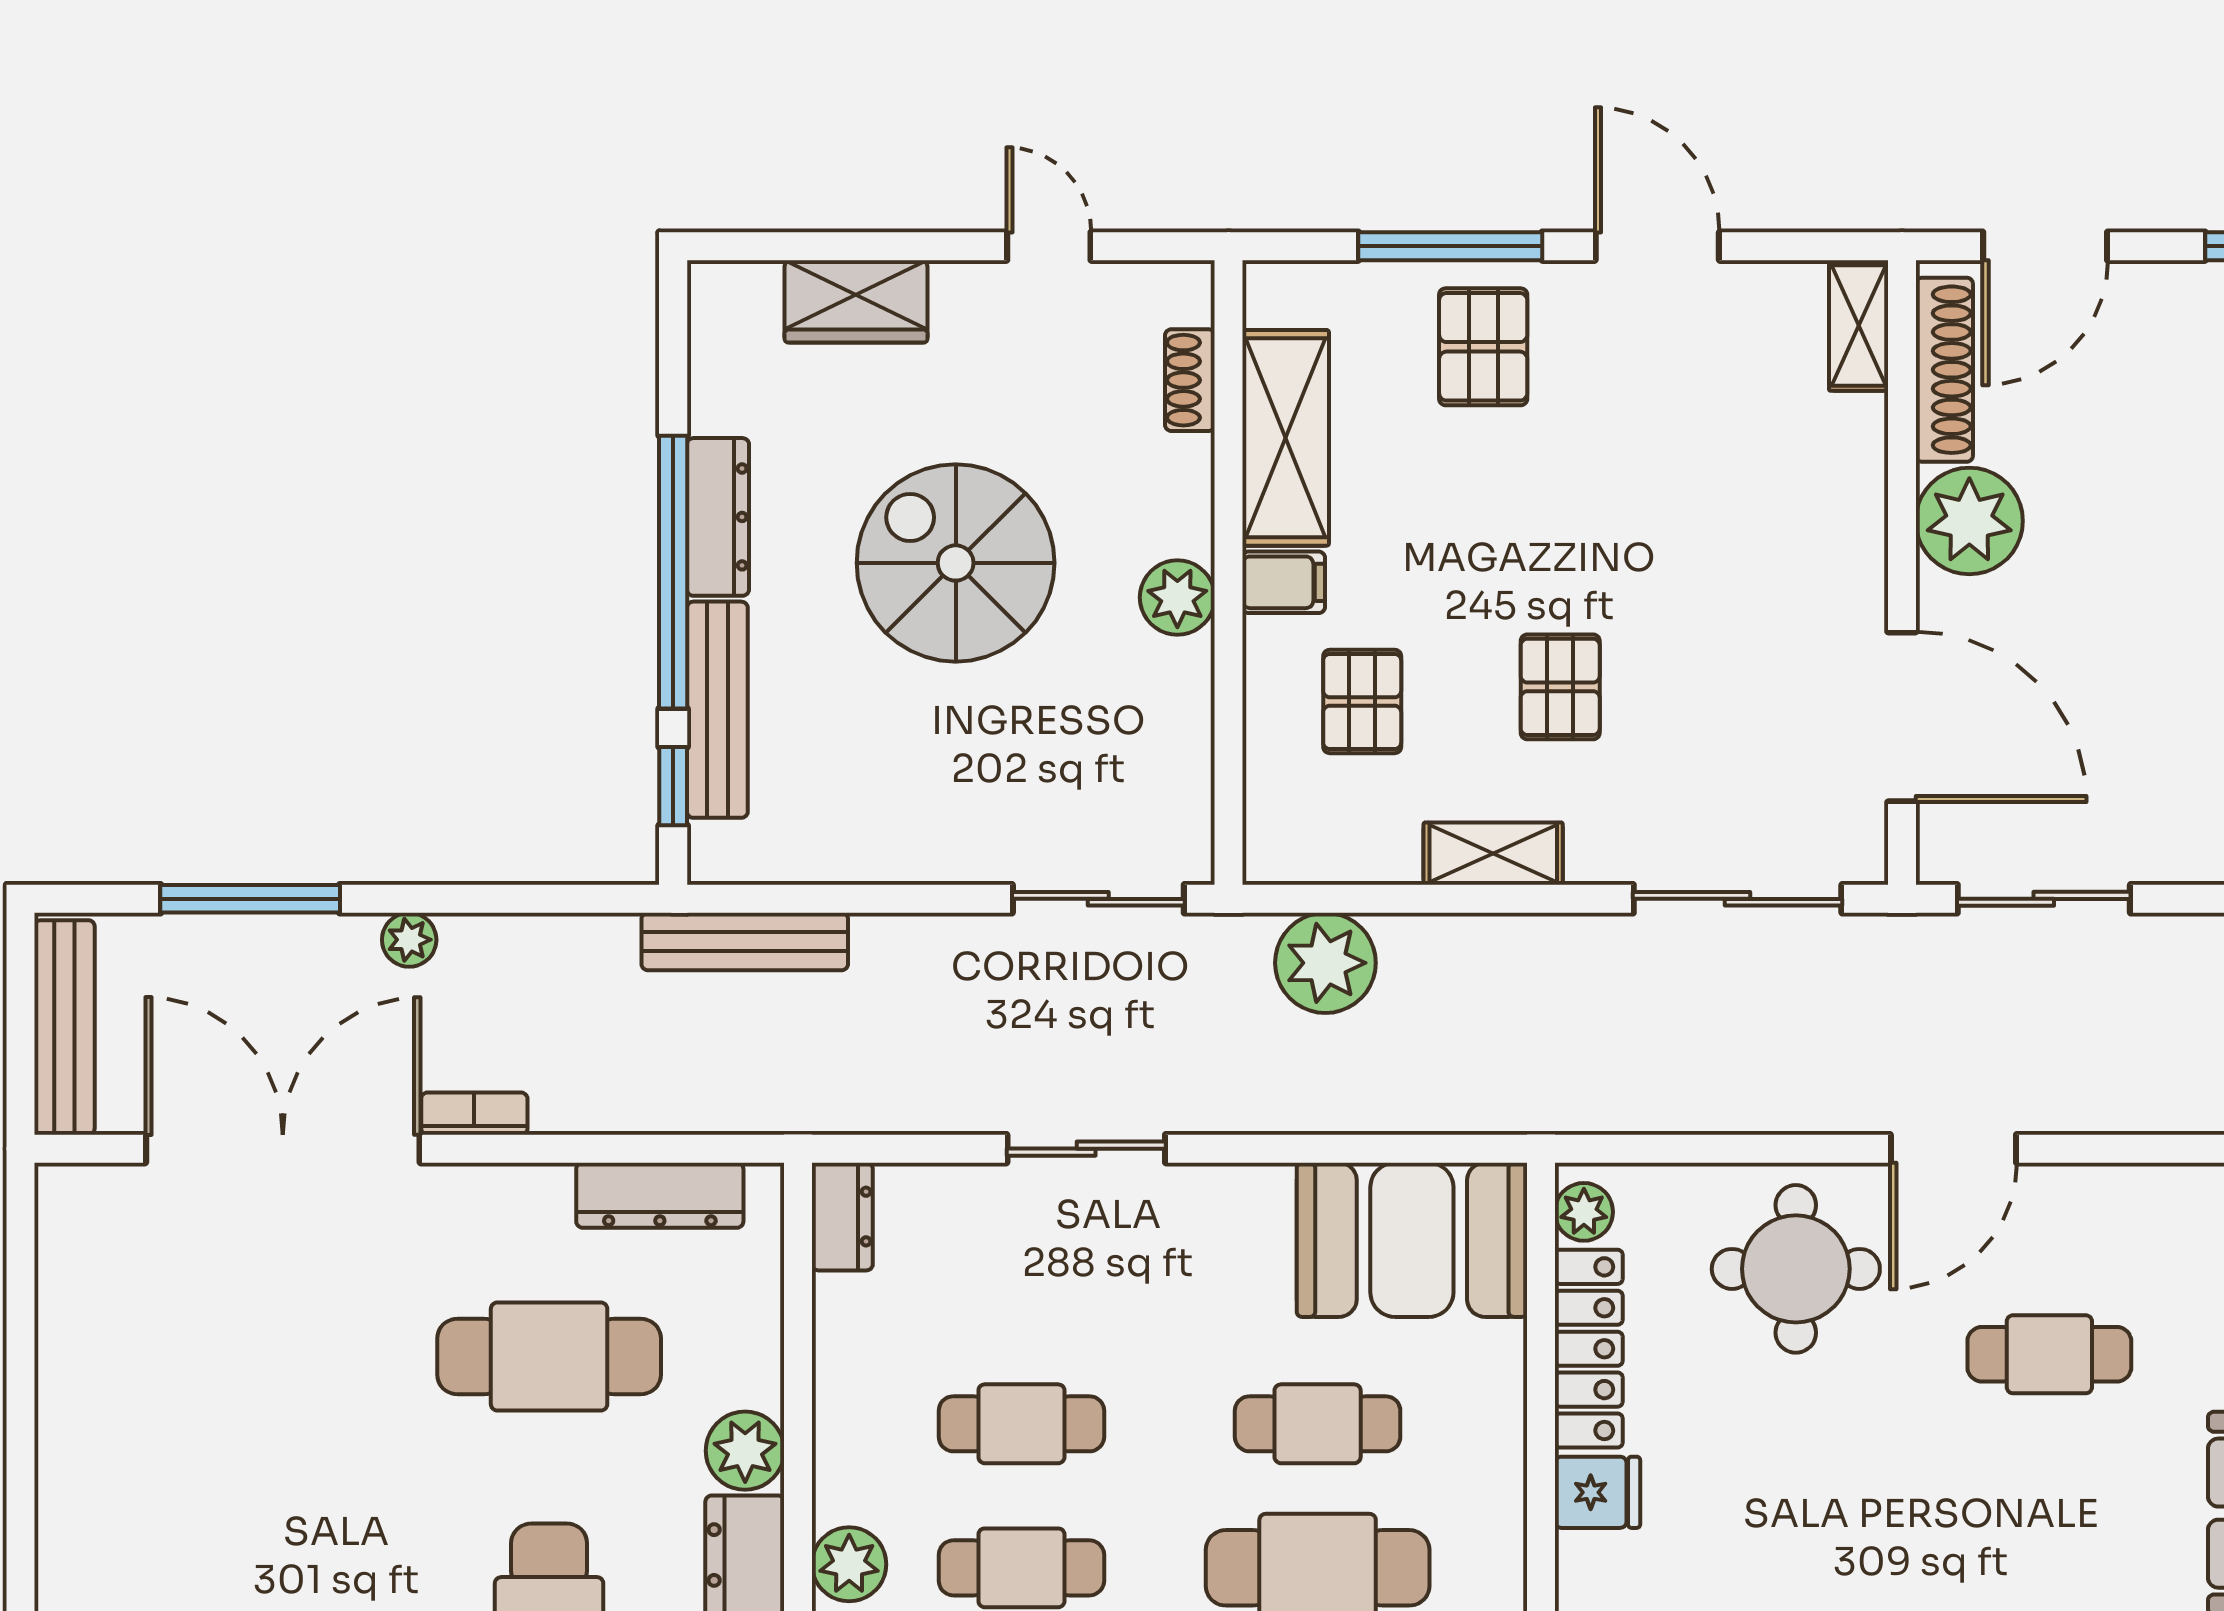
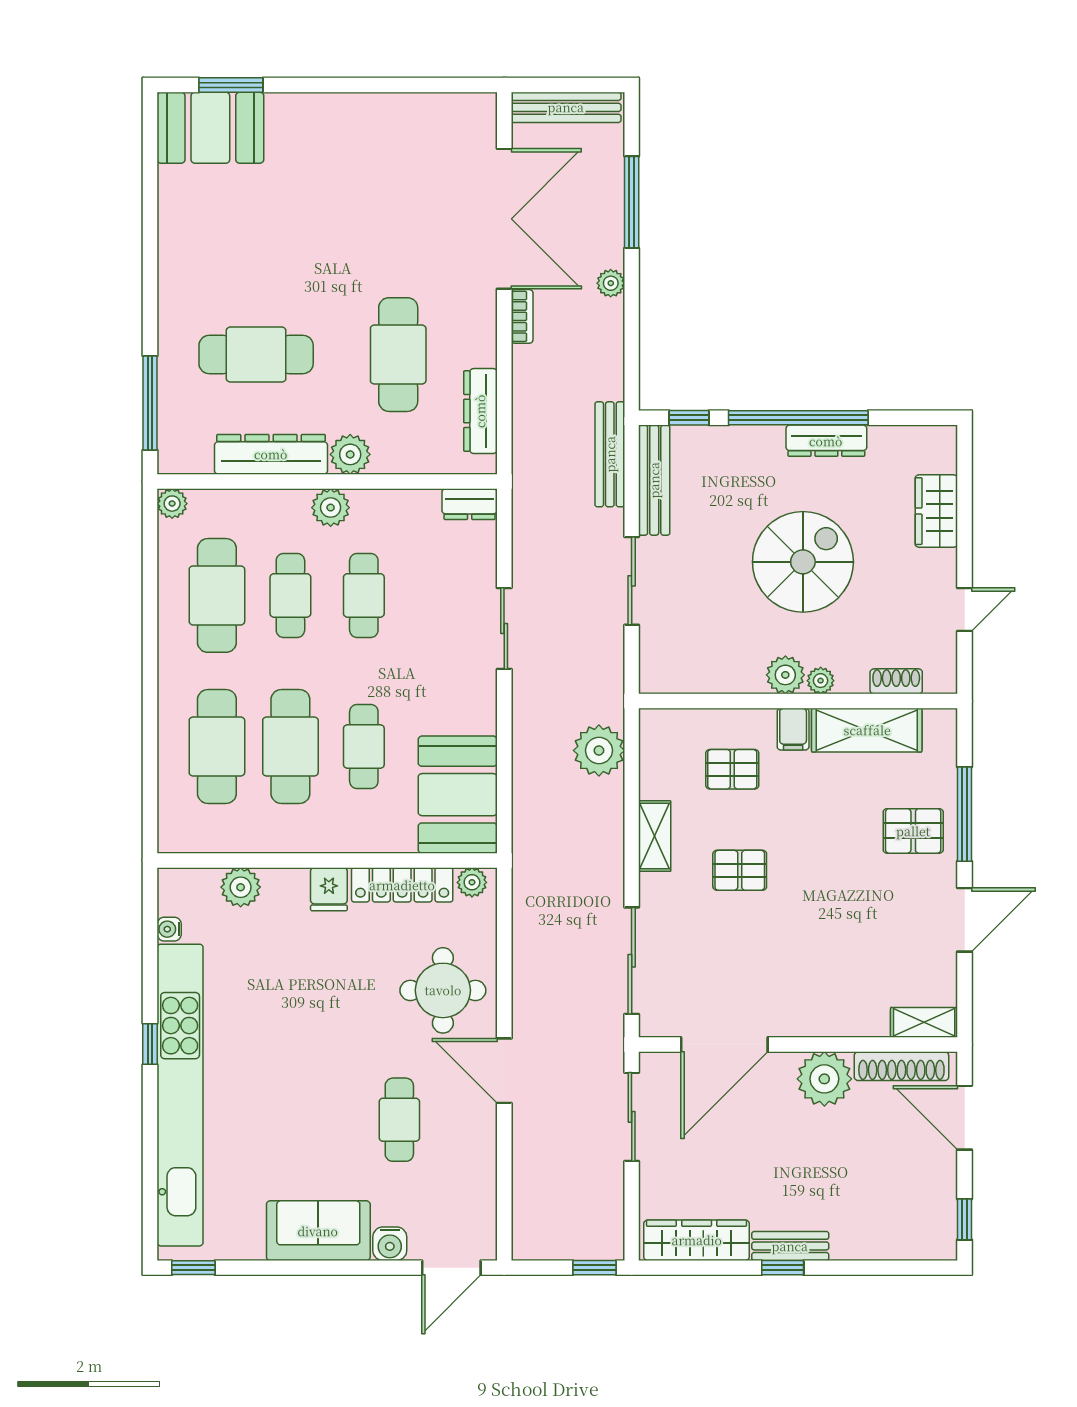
plant: (1188, 528) -> (821, 681), added
bench: (717, 710) -> (654, 480), moved, turned 90
sliding door: (1098, 899) -> (632, 581), moved
plant: (849, 1564) -> (331, 508), moved

